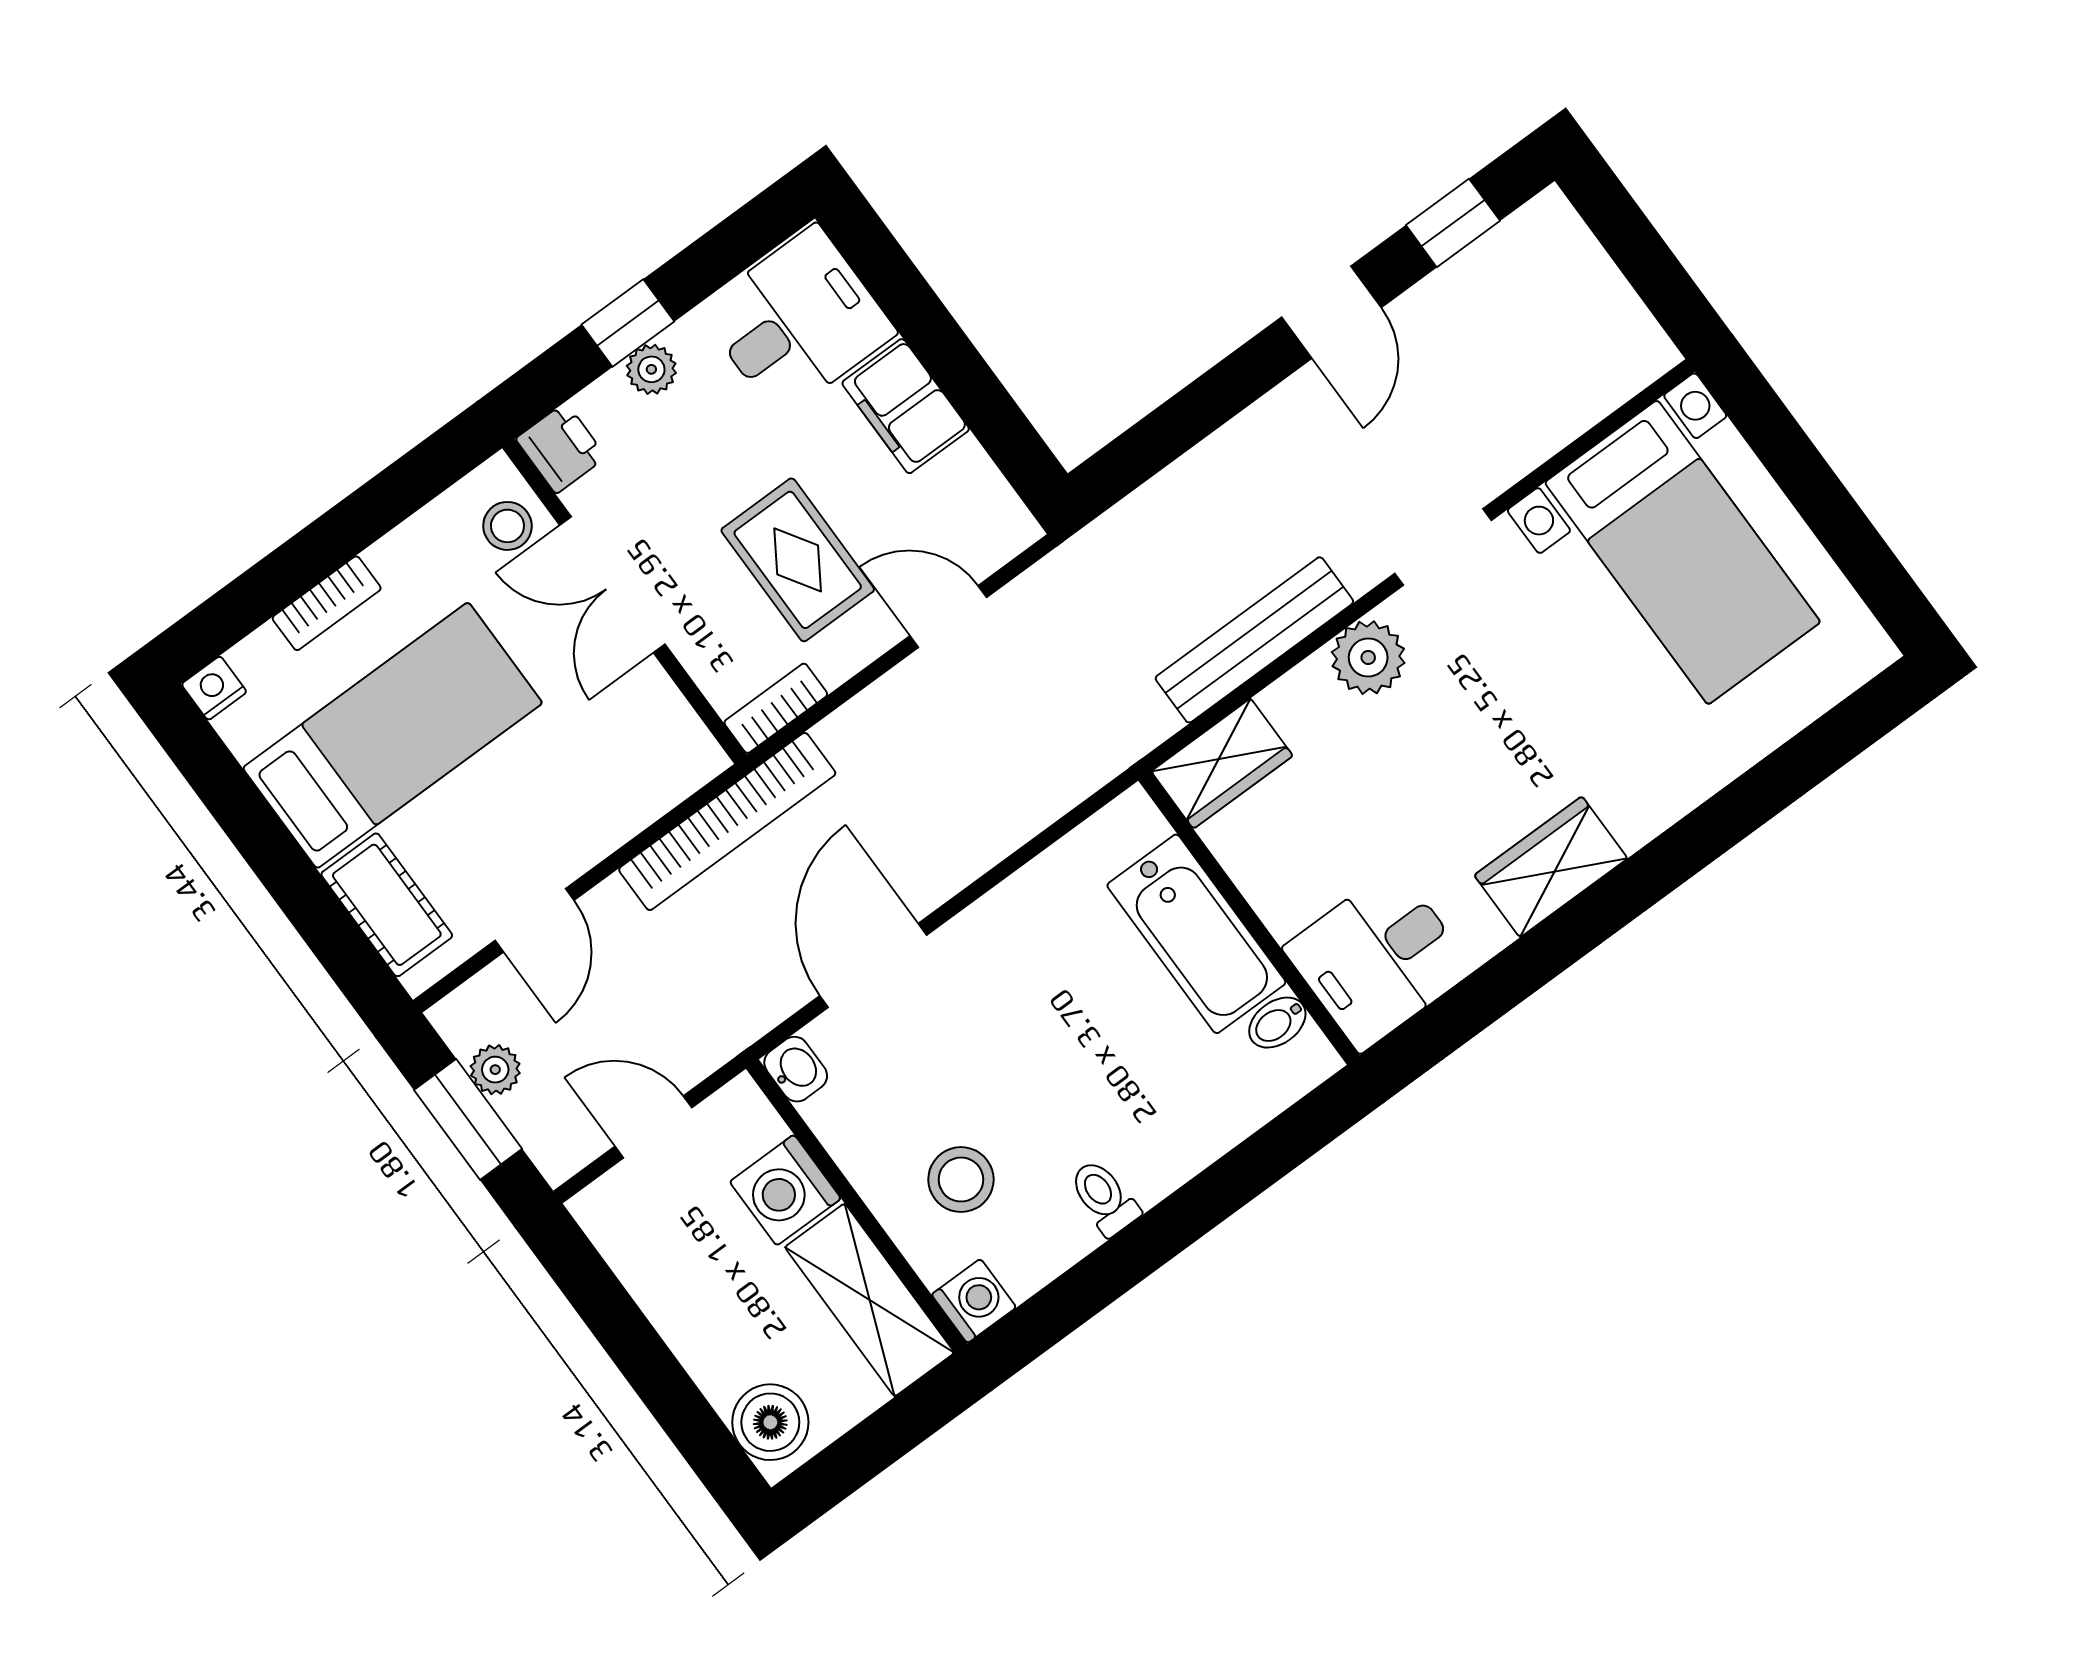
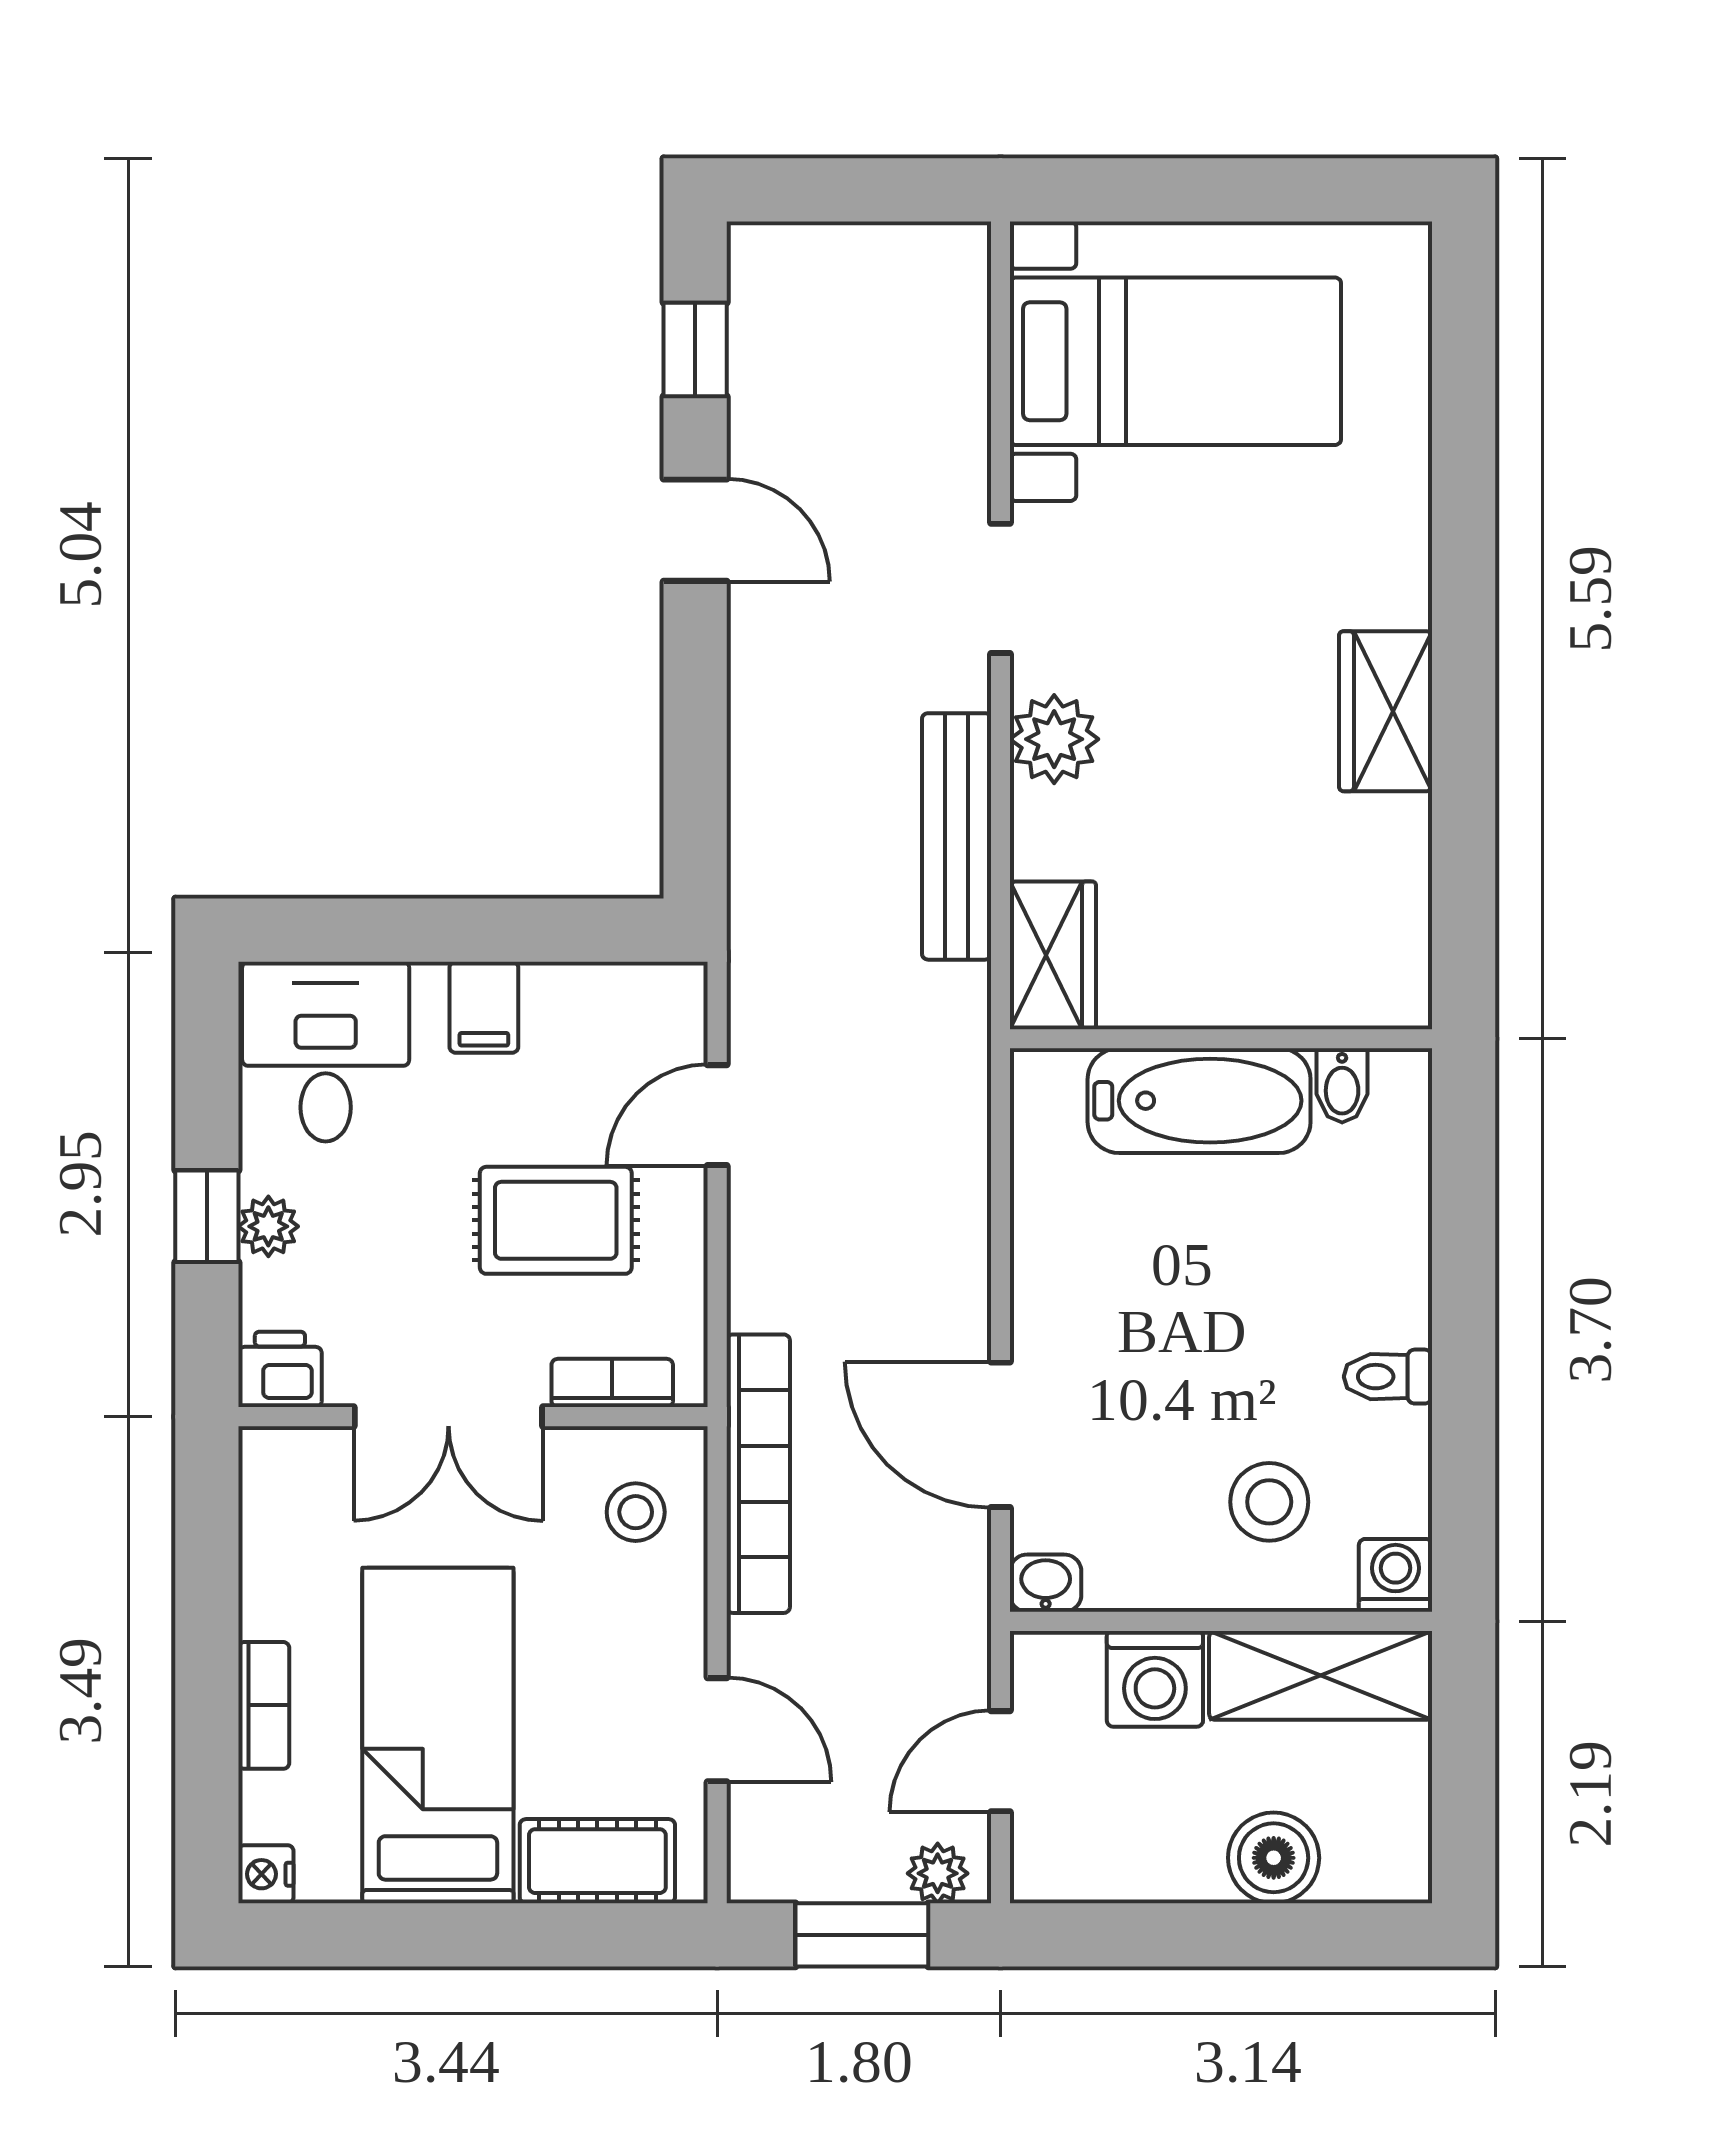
filing cabinet: (906, 406) -> (484, 1007), width x0.50
stool: (507, 526) -> (636, 1512), moved
bookcase: (776, 708) -> (612, 1383), moved, turned 90
desk: (1378, 959) -> (1352, 943), removed
plant: (495, 1070) -> (938, 1873), moved
boiler: (770, 1422) -> (1274, 1858), moved

